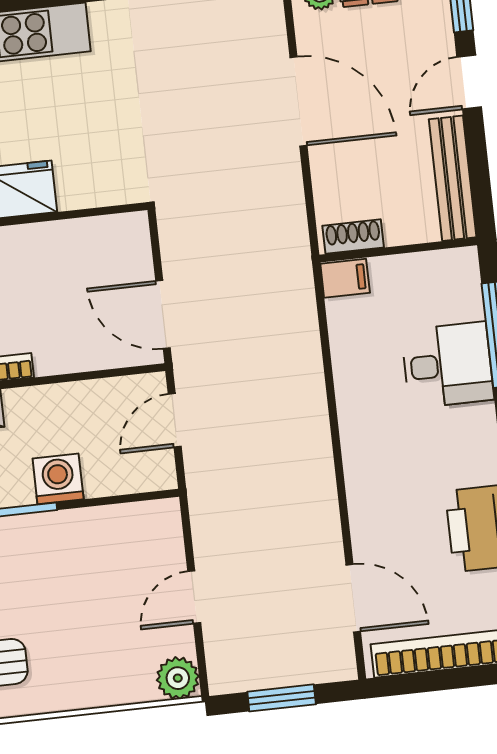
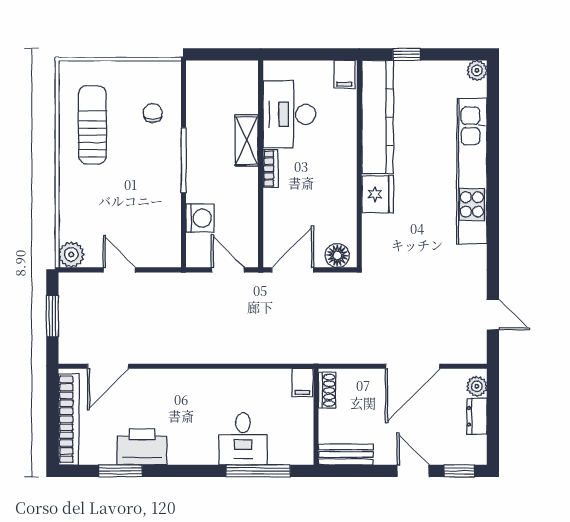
bench: (453, 178) -> (346, 454), width x0.73
floor lamp: (131, 244) -> (337, 255), added
washing machine: (58, 479) -> (200, 218), moved

